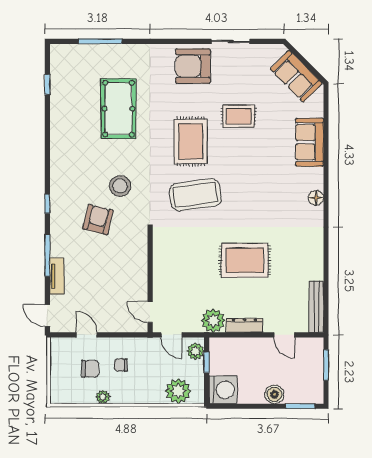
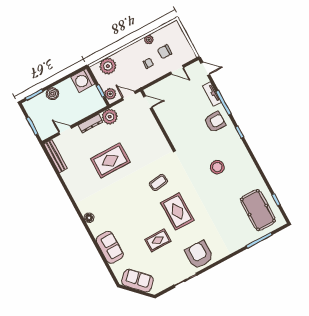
armchair: (193, 66) -> (199, 255), turned -90
pool table: (118, 109) -> (258, 210), moved
stool: (120, 186) -> (217, 167), moved
coffee table: (195, 195) -> (158, 182), width x0.54, depth x0.58
armchair: (98, 220) -> (215, 122), moved, turned -104

